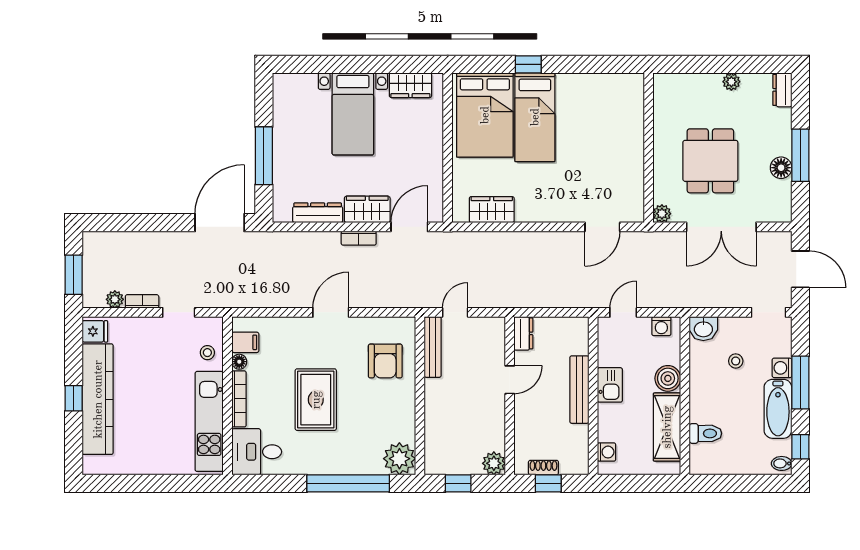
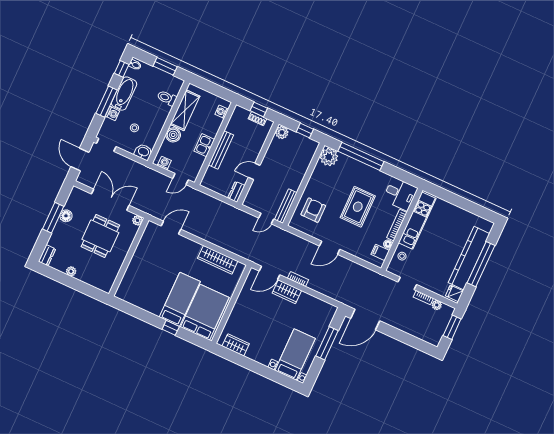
bed with nightstands: (353, 114) -> (295, 354), moved
wardrobe: (492, 210) -> (218, 260), width x1.50
dresser: (318, 213) -> (313, 302), removed
window: (74, 398) -> (481, 264), width x3.17
window: (732, 483) -> (165, 66), added

